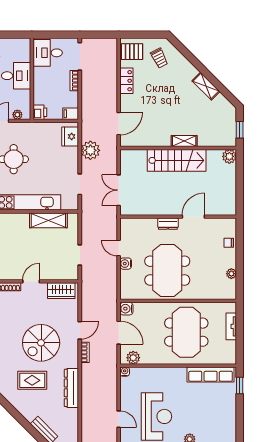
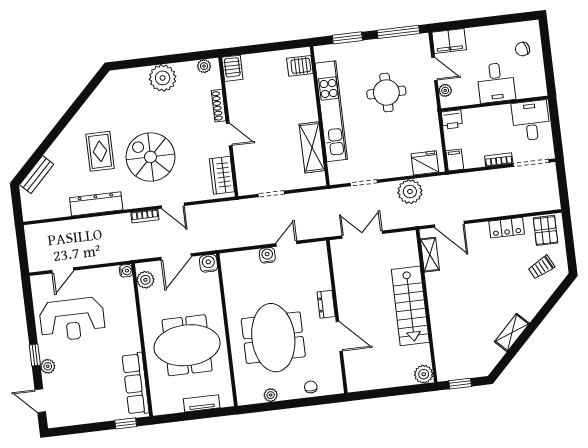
shelving: (184, 141) -> (430, 255), moved
meeting table: (167, 271) -> (273, 338), moved, turned 90

